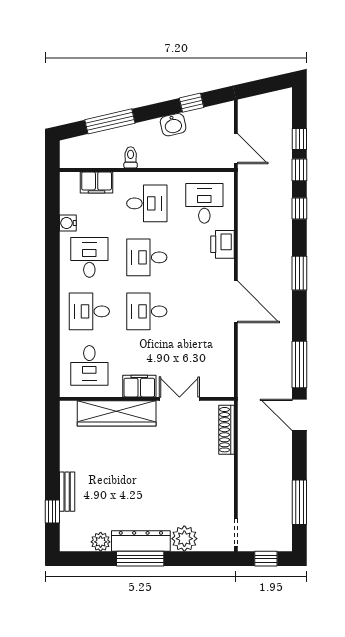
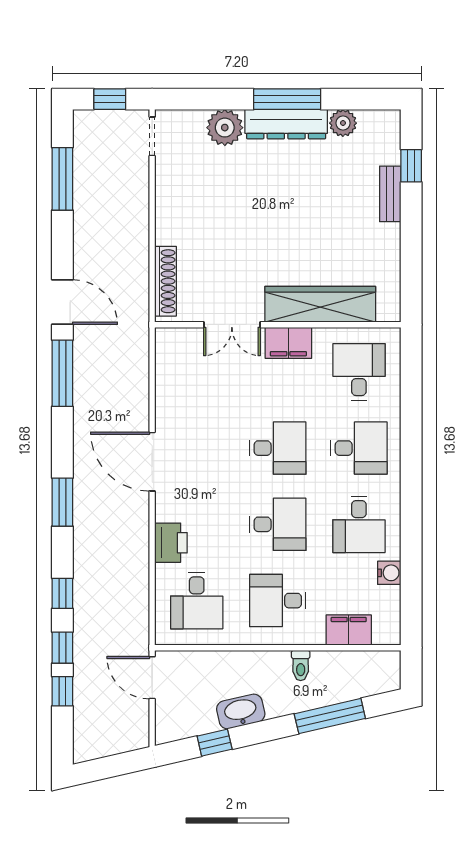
washbasin: (173, 125) -> (241, 712), width x1.38

